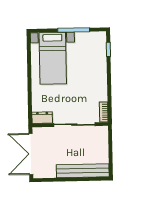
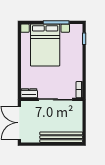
bed with nightstands: (53, 58) -> (45, 45), width x1.36

